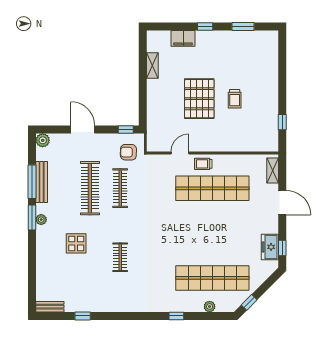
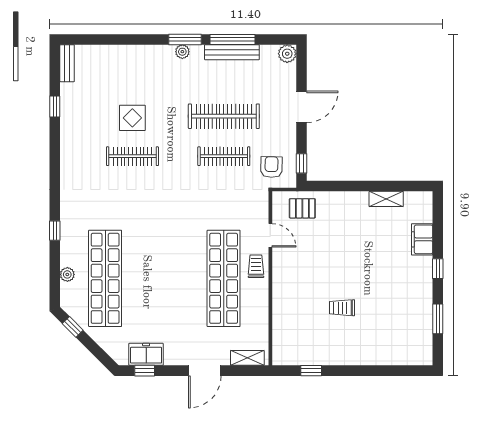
pallet: (199, 99) -> (302, 208), moved, width x0.49, depth x0.50
display table: (76, 243) -> (132, 118), moved
clothes rail: (120, 257) -> (132, 156), width x1.36

